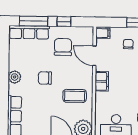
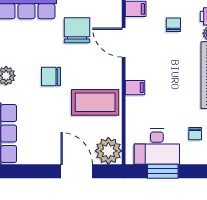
filing cabinet: (102, 81) -> (135, 88), width x0.50
coffee table: (75, 96) -> (95, 102), width x1.36, depth x1.32

